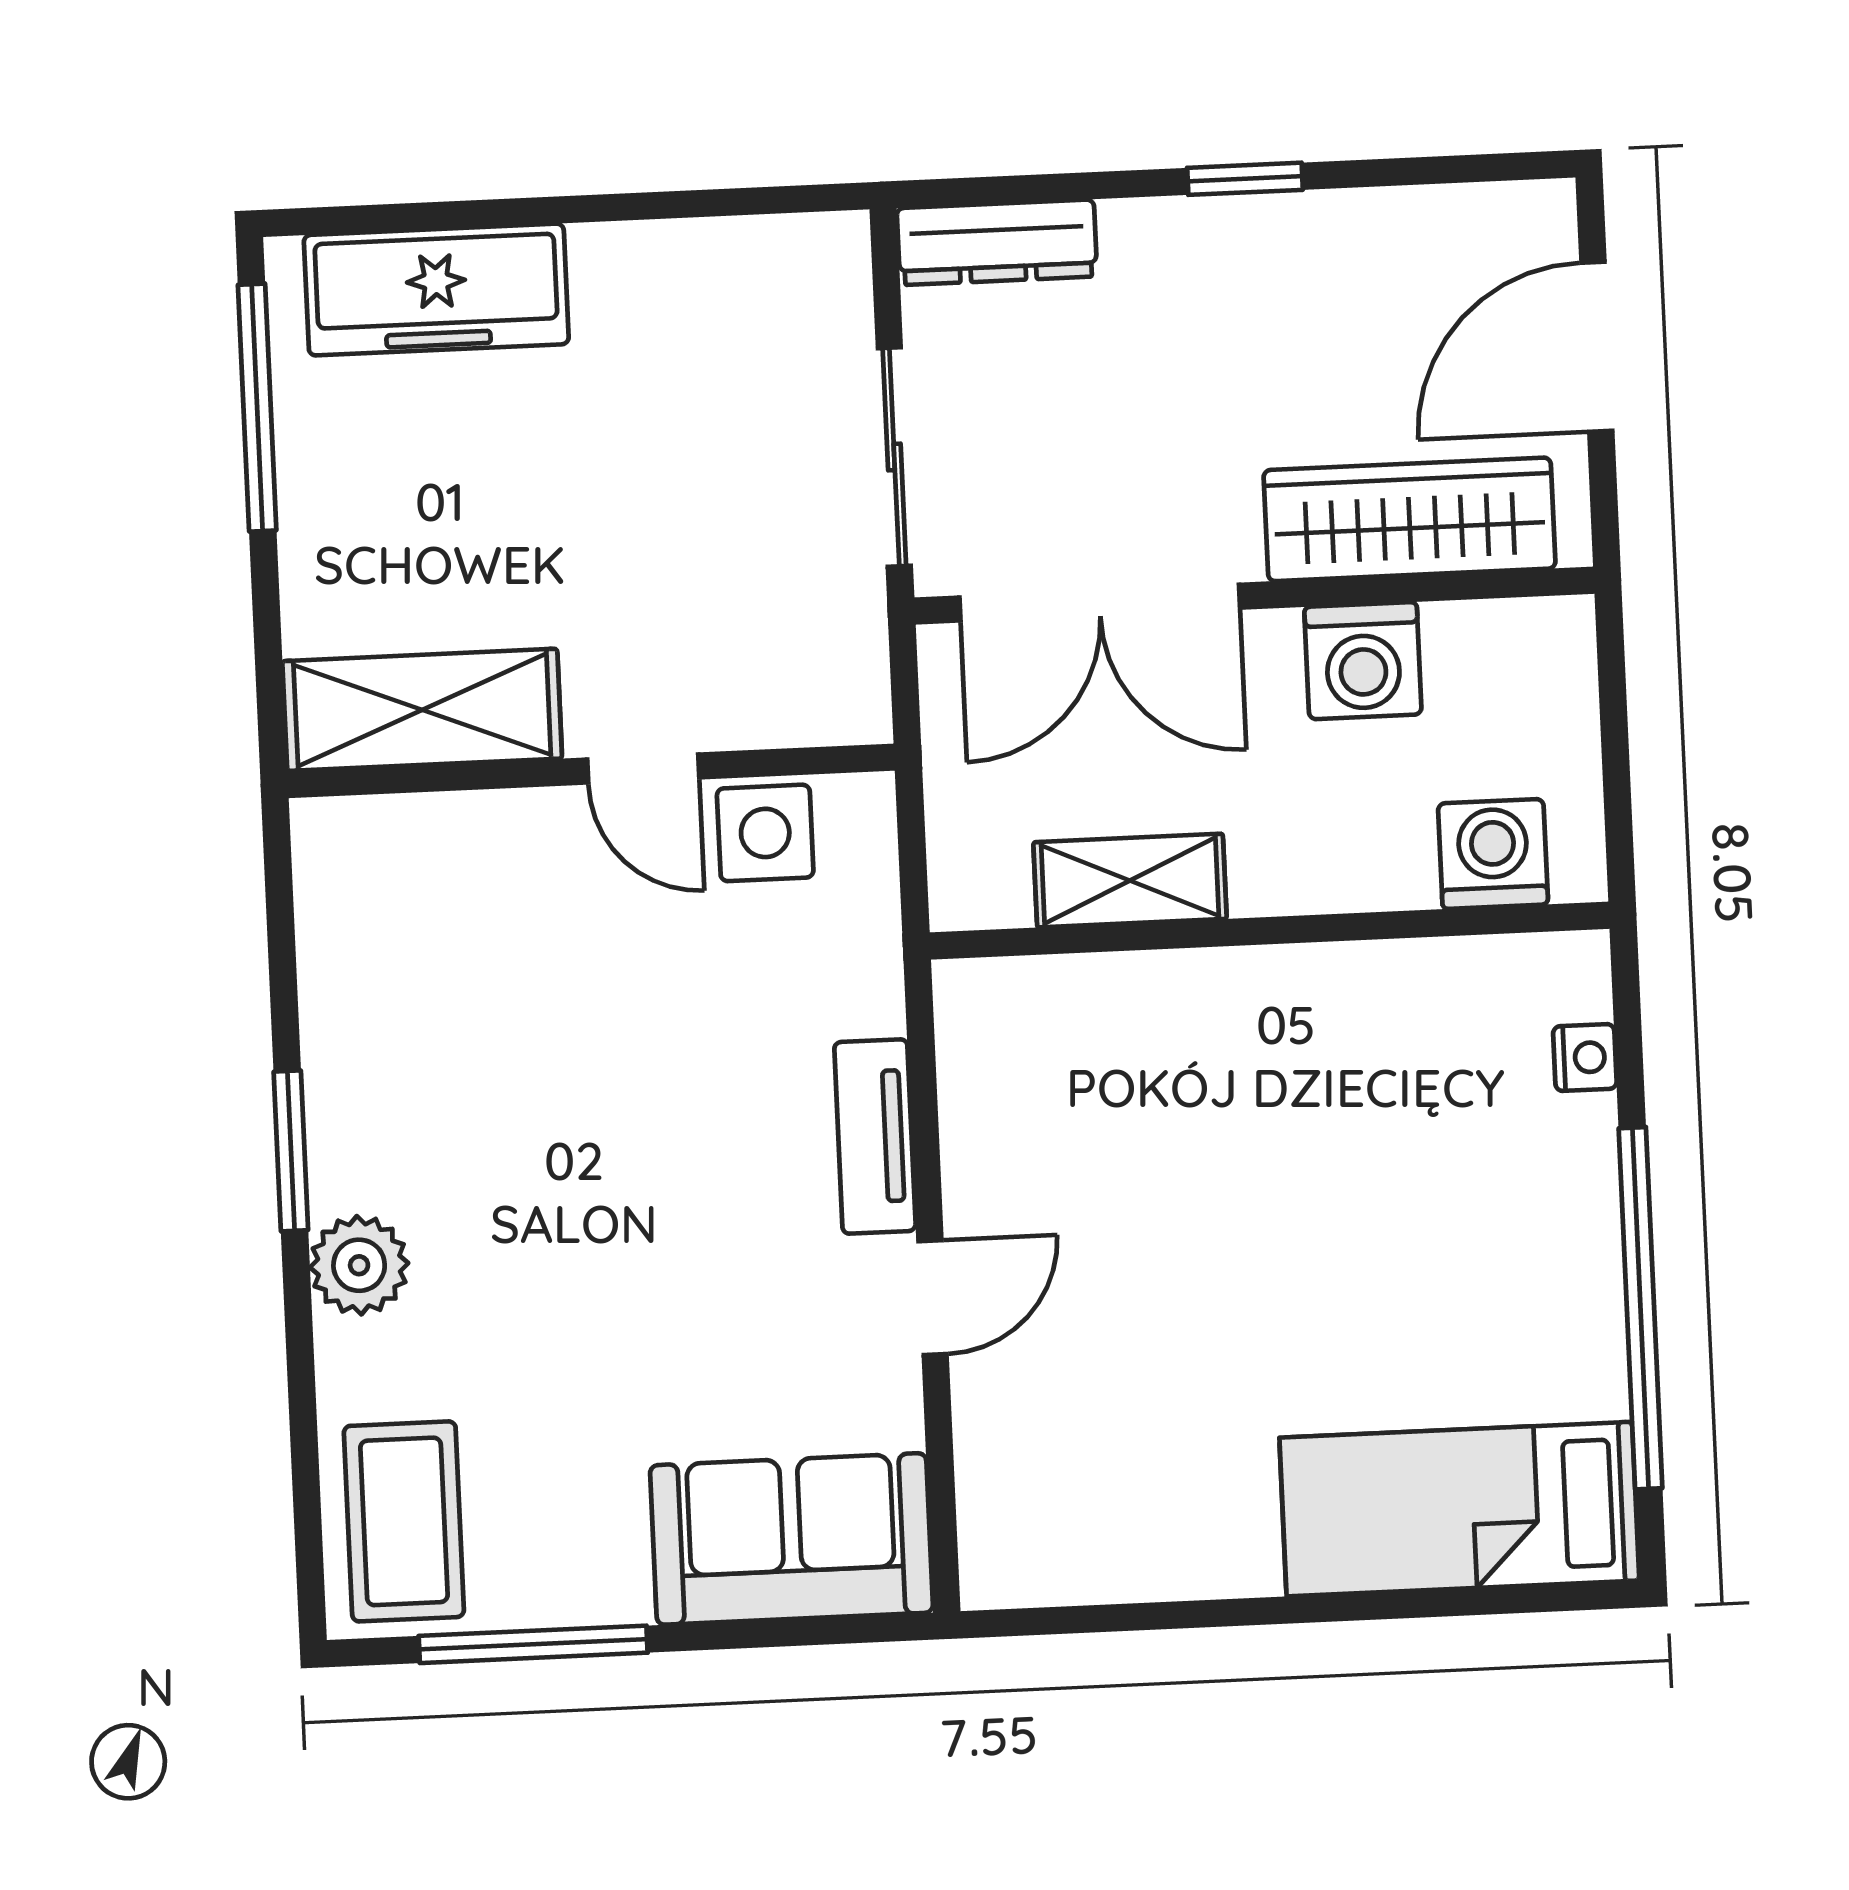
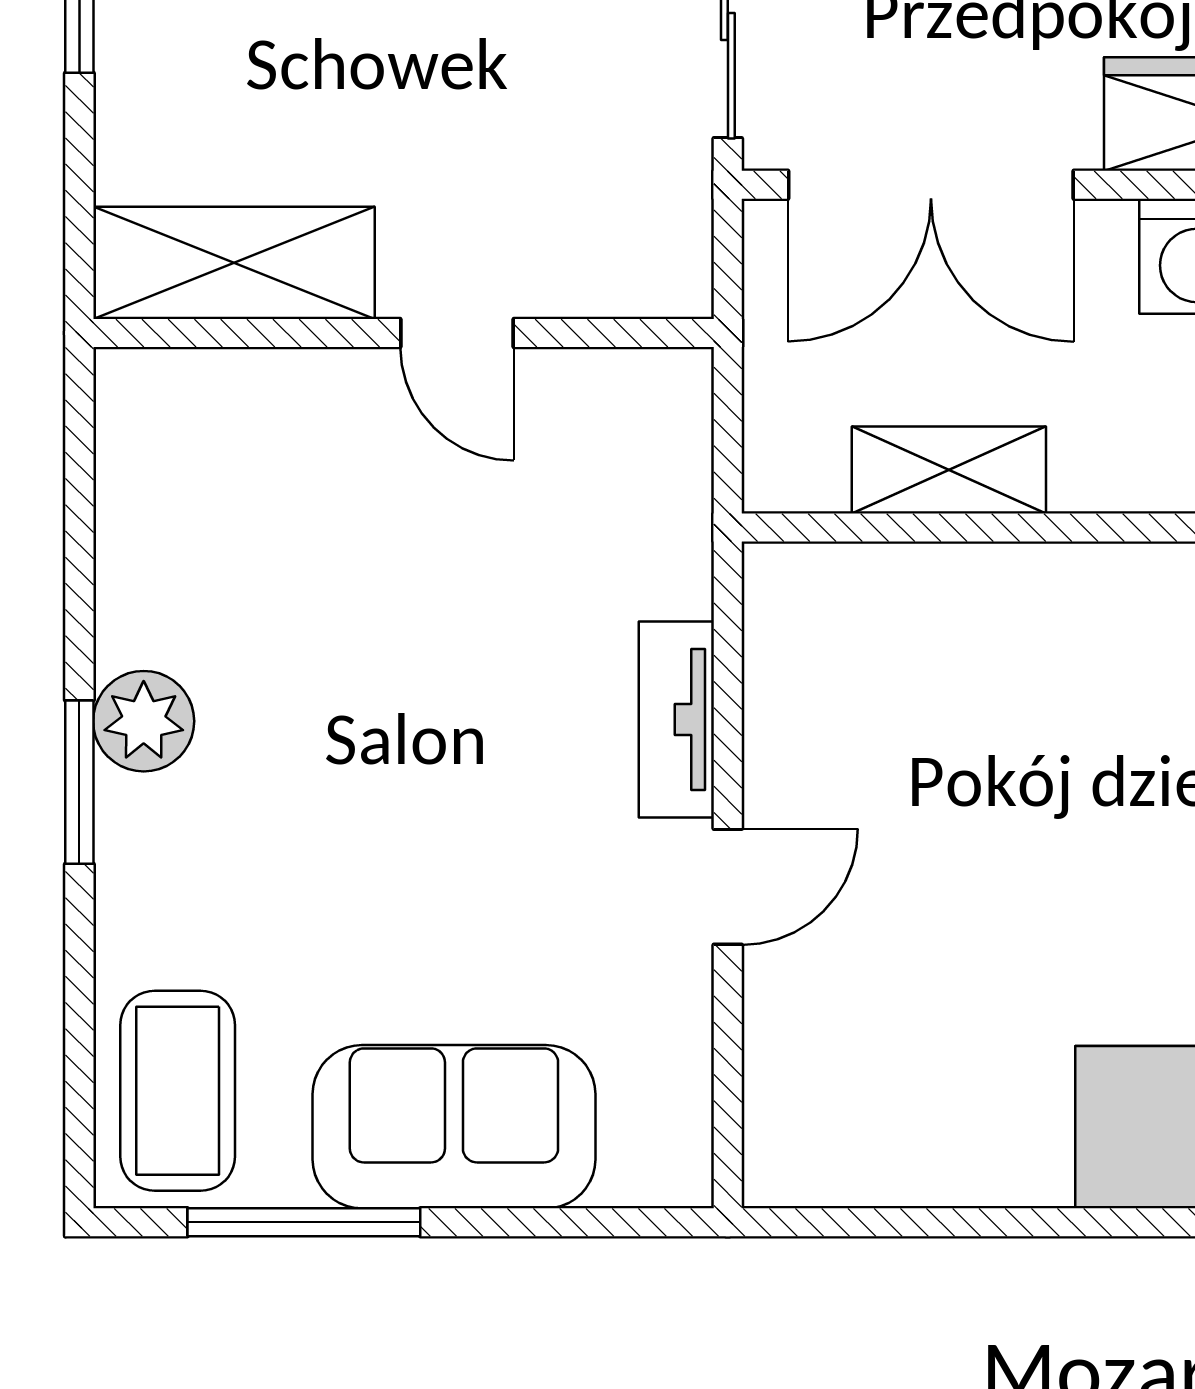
side table: (765, 833) -> (578, 404), removed
window: (291, 1151) -> (79, 782), moved
plant: (359, 1265) -> (144, 721), moved
sofa: (792, 1539) -> (454, 1127), moved

